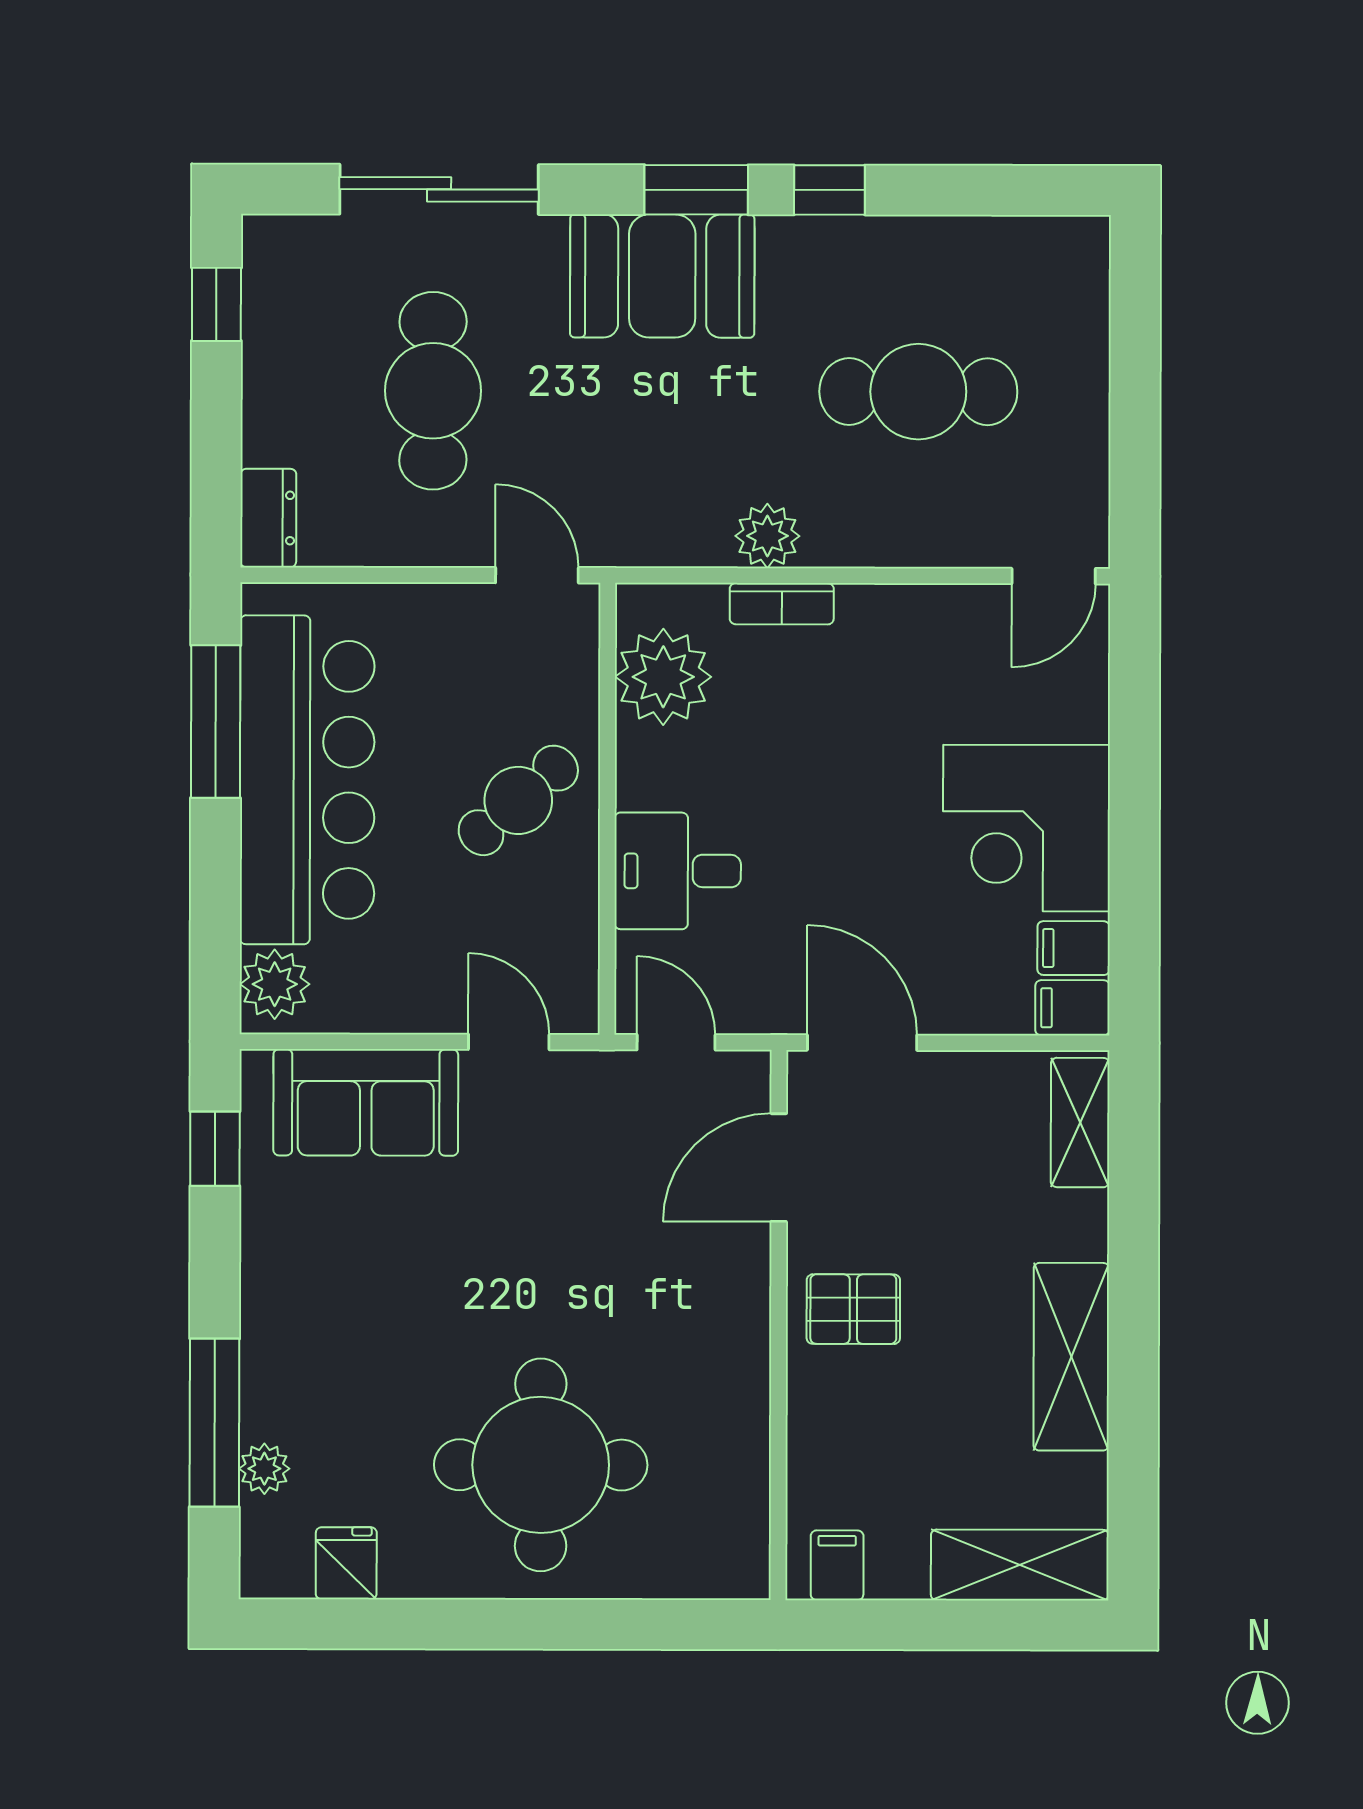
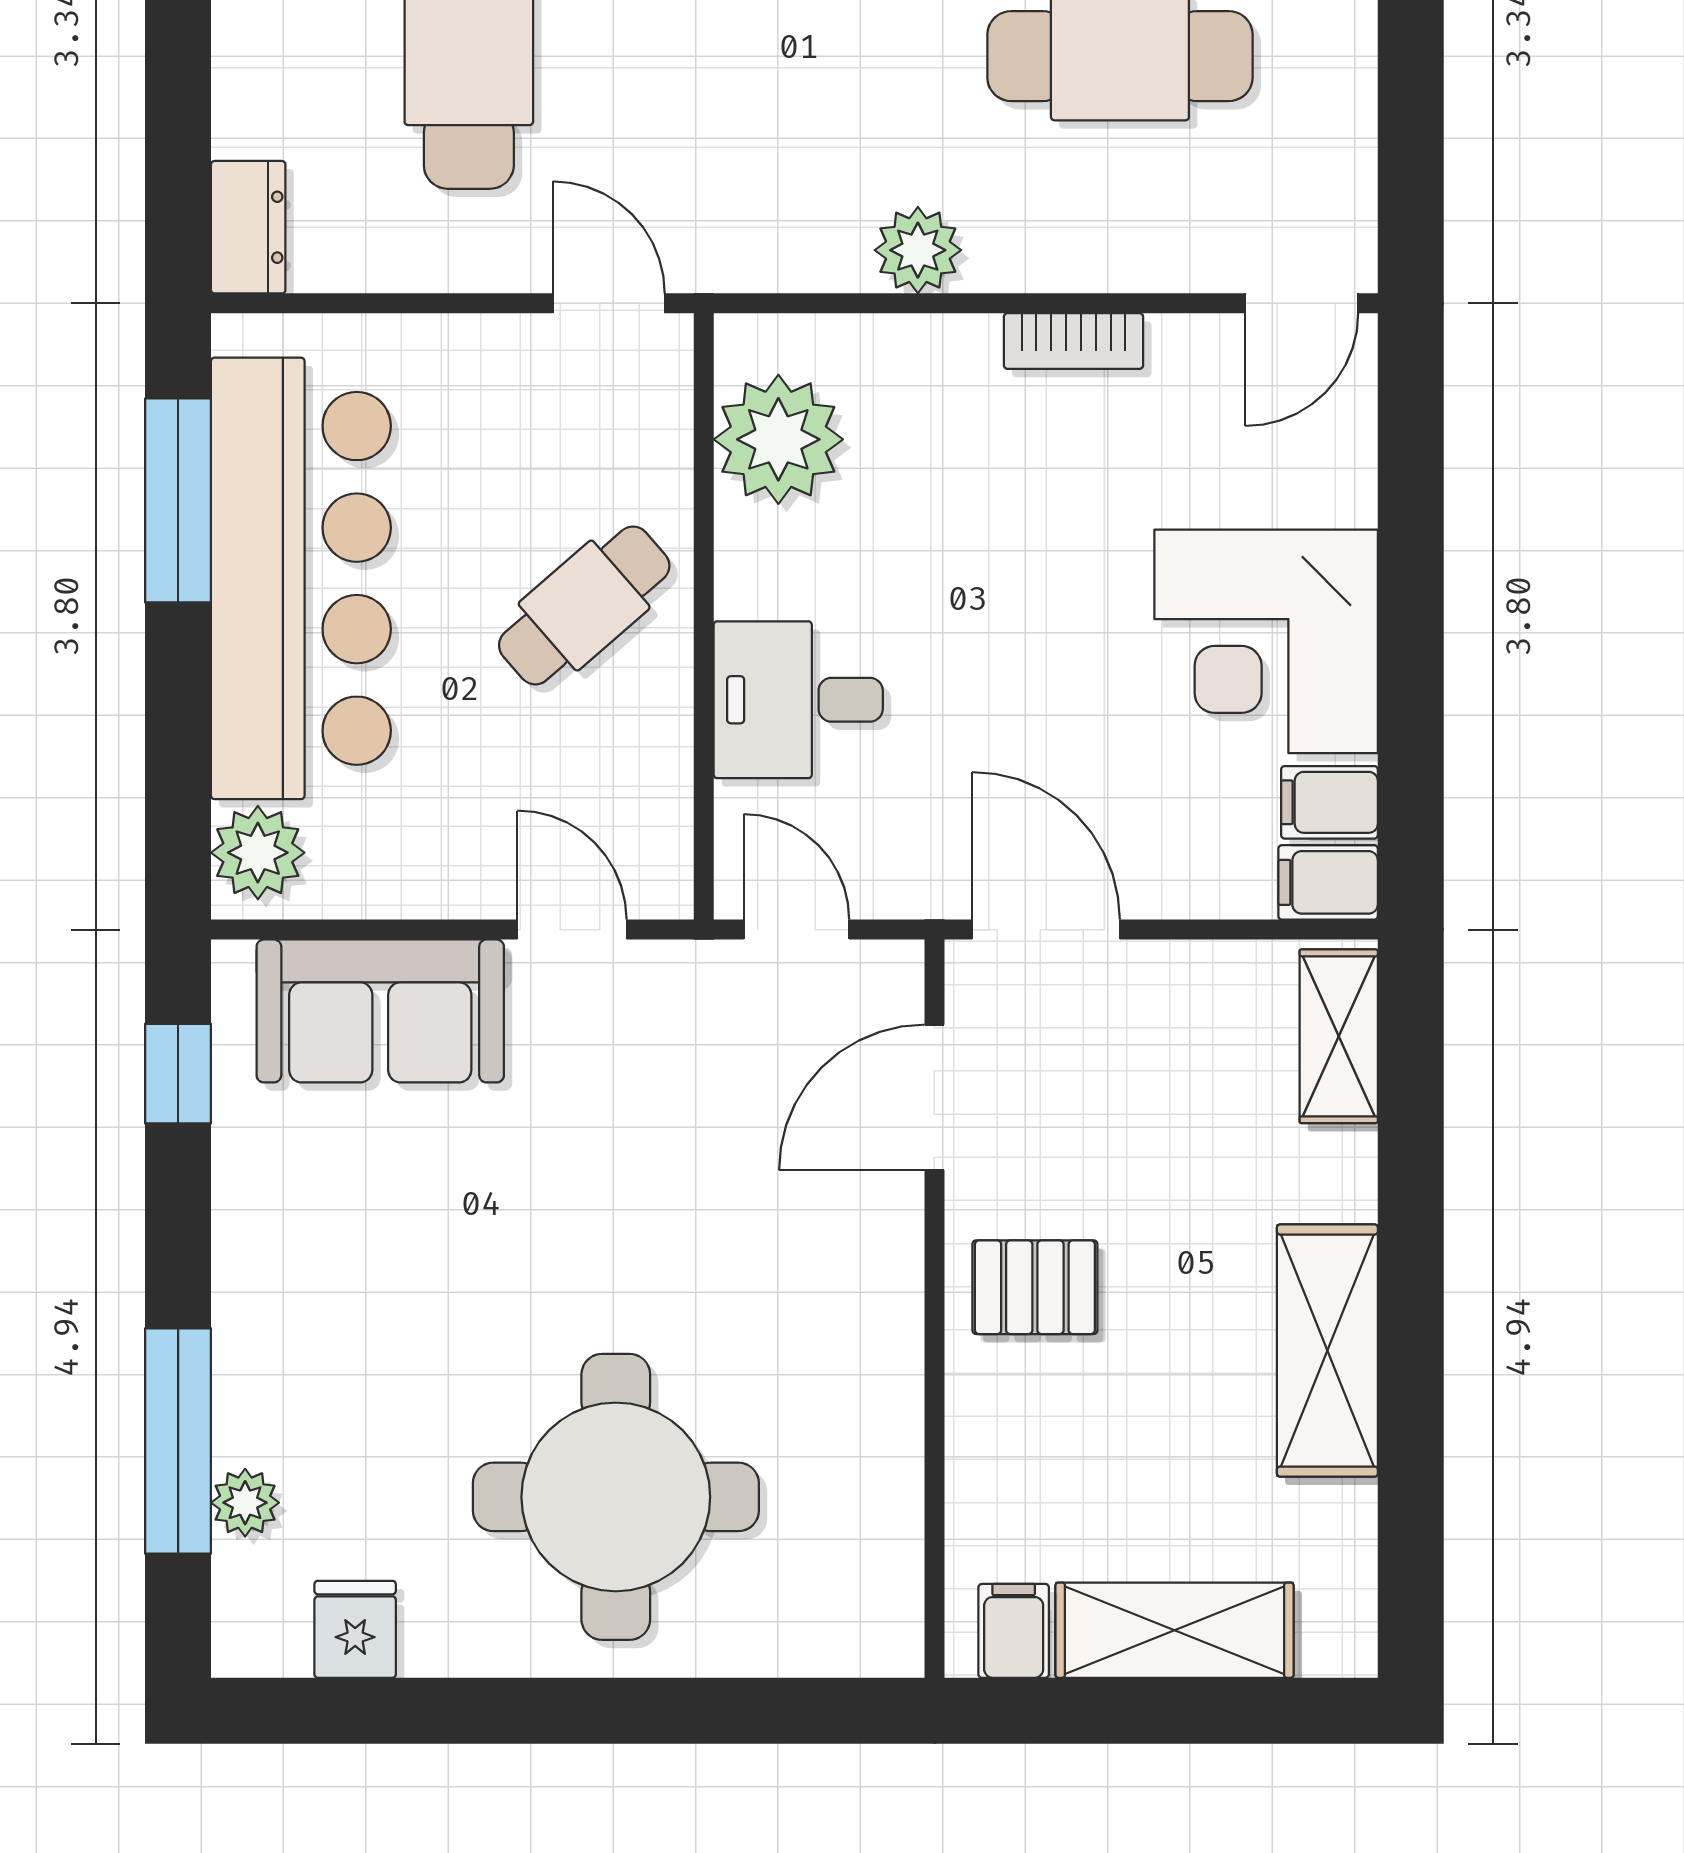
bookcase: (782, 604) -> (1074, 341), moved
shelving: (1020, 1565) -> (1175, 1630), moved

